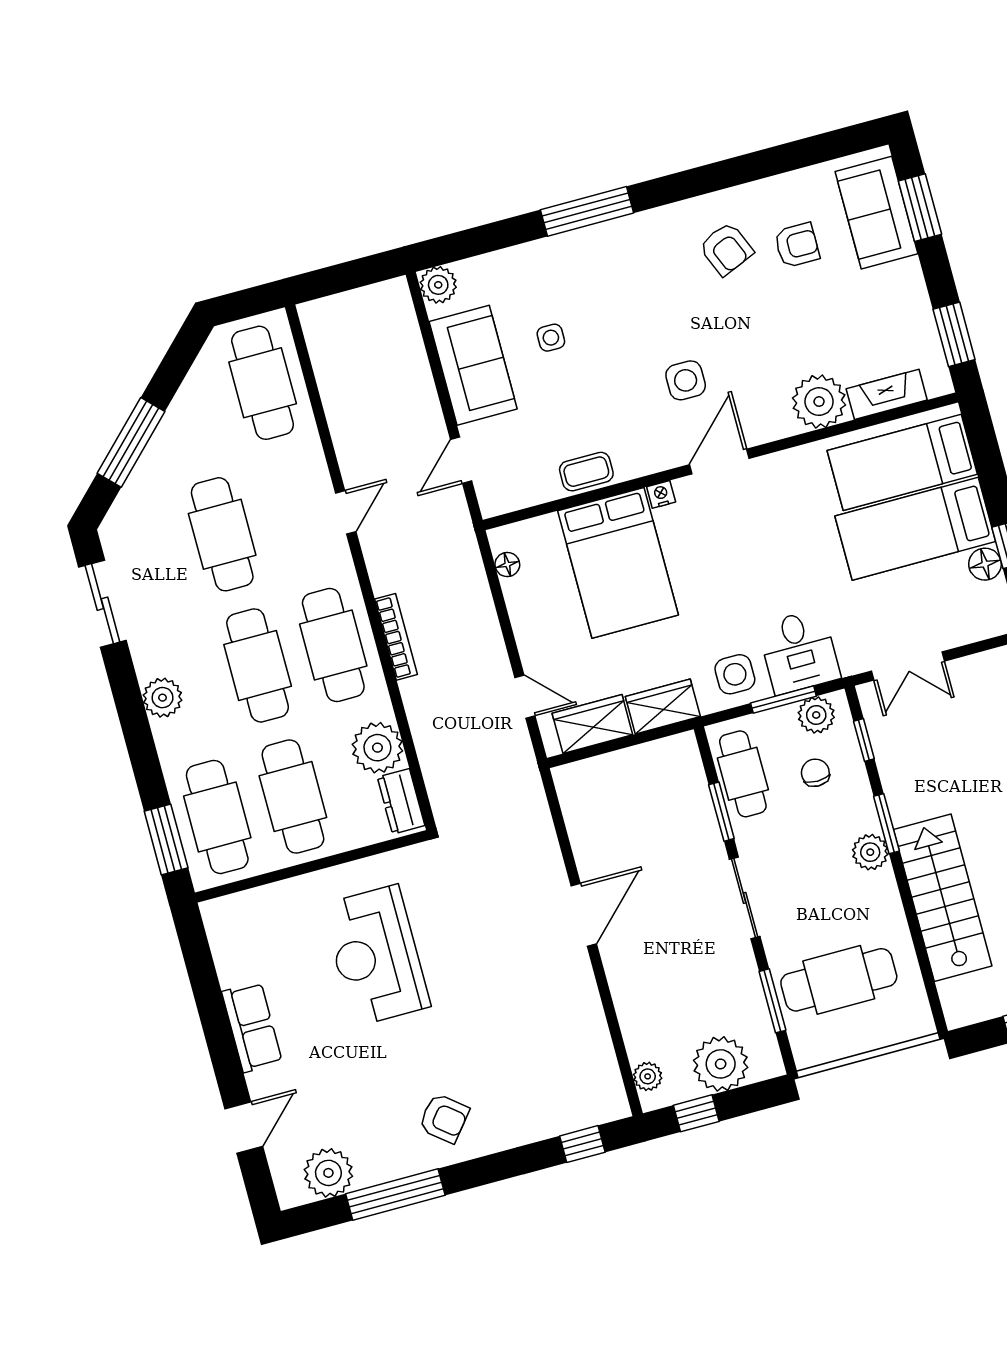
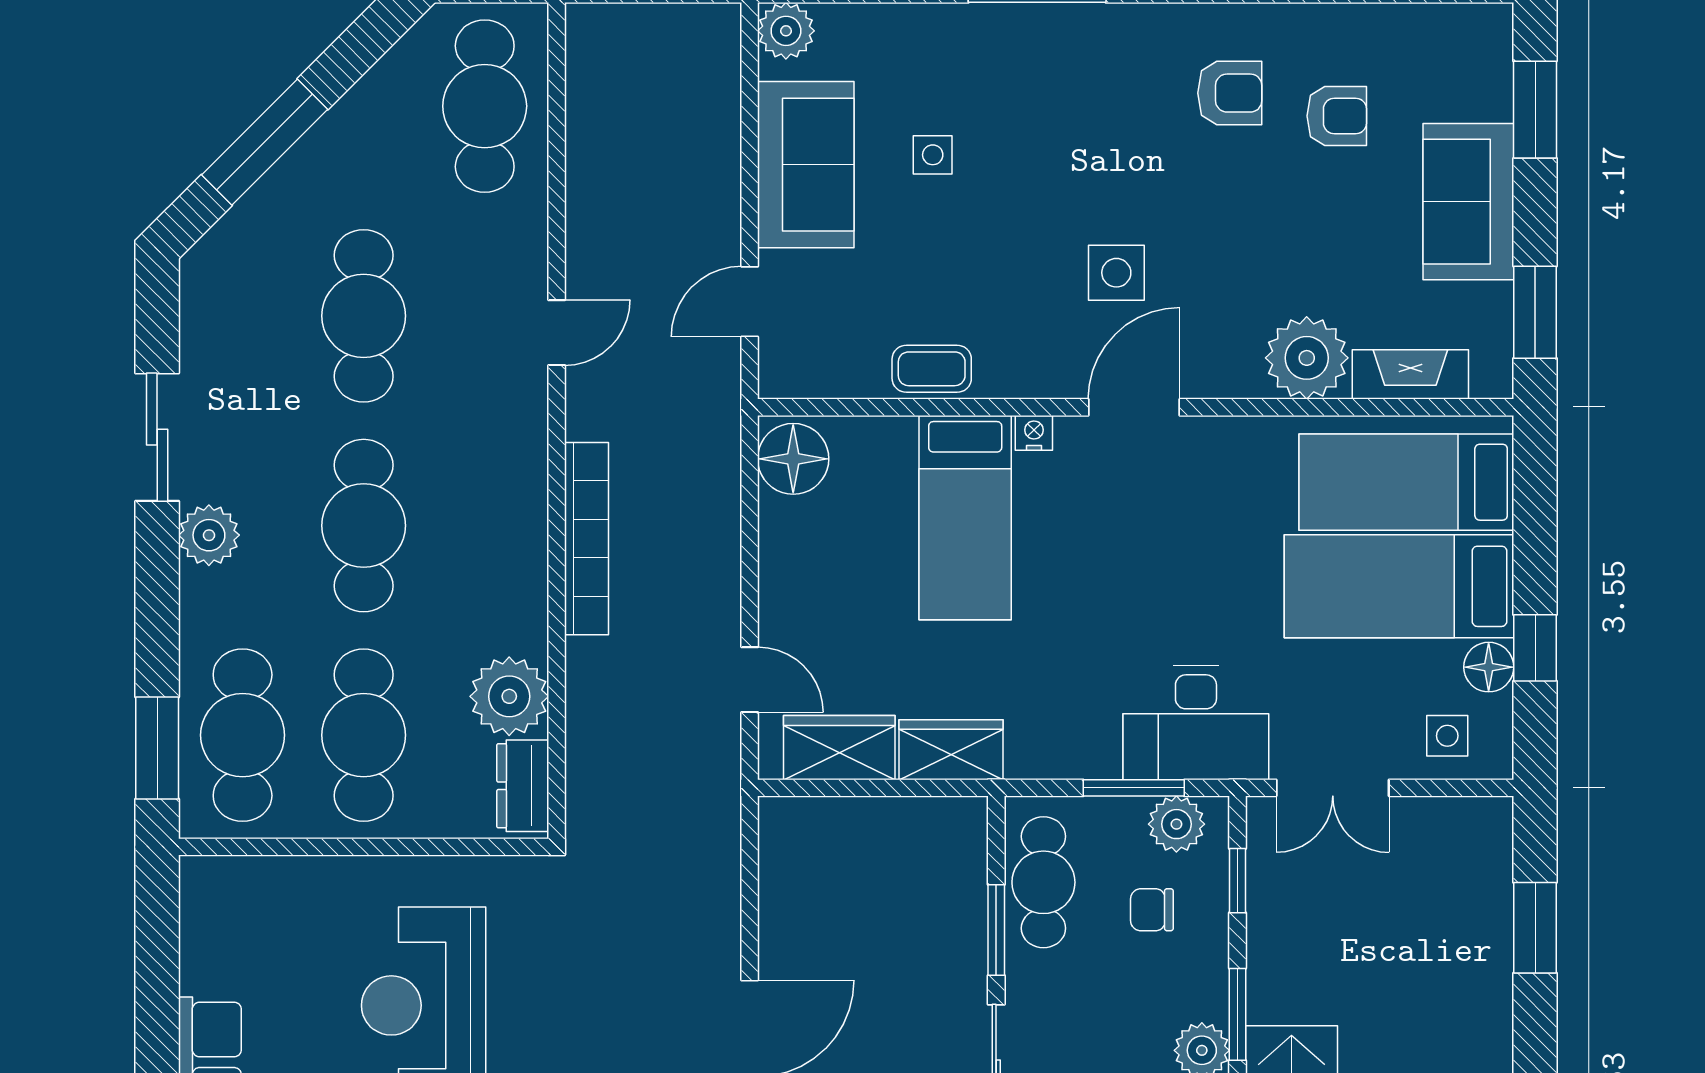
sofa: (876, 213) -> (1468, 202), moved
armchair: (726, 249) -> (1230, 93), turned -67
bed: (618, 563) -> (965, 518), width x0.67
floor lamp: (507, 565) -> (793, 459), width x1.89, depth x1.89
sliding door: (102, 604) -> (157, 437), moved
bookcase: (396, 637) -> (586, 539), width x1.48, depth x1.31
cafe table: (333, 645) -> (485, 526), removed
desk: (799, 652) -> (1196, 723), width x1.37
side table: (735, 674) -> (1447, 736), moved, width x0.73, depth x0.73
chair: (815, 773) -> (1152, 910), turned -90

